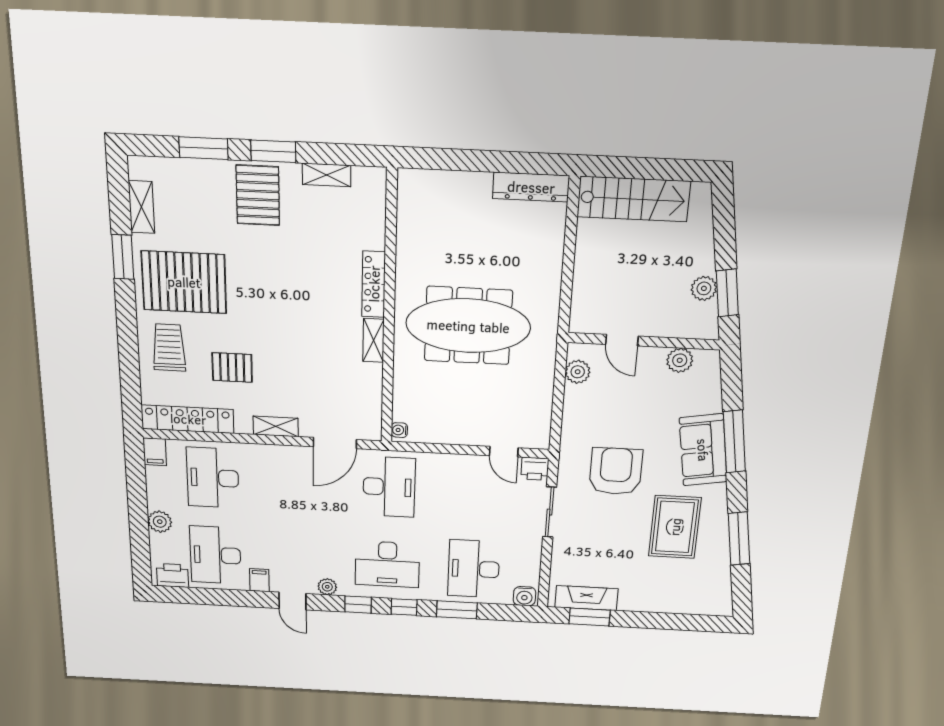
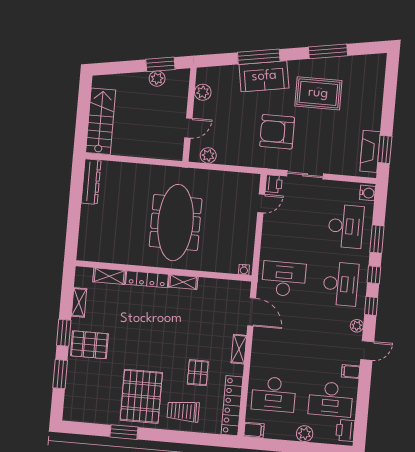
shelving: (141, 207) -> (109, 276), moved
desk: (474, 569) -> (346, 226), turned -90

